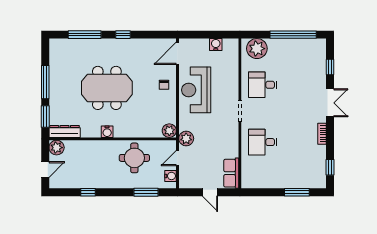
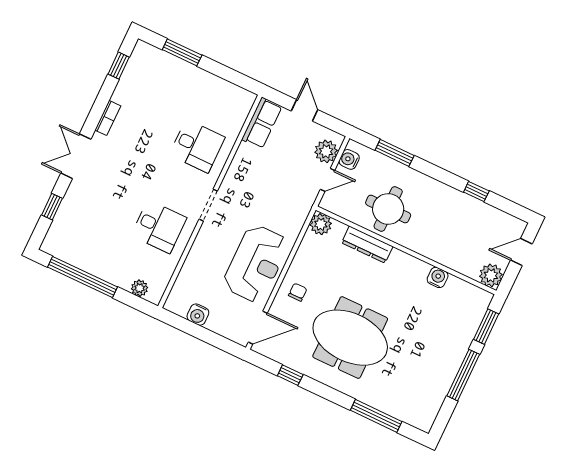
window: (123, 35) -> (290, 375), moved
plant: (257, 49) -> (140, 288), width x0.53, depth x0.53
meeting table: (107, 88) -> (350, 338), moved
dresser: (65, 131) -> (367, 245), moved
water cooler: (107, 132) -> (438, 277), moved
plant: (186, 139) -> (326, 151), moved

